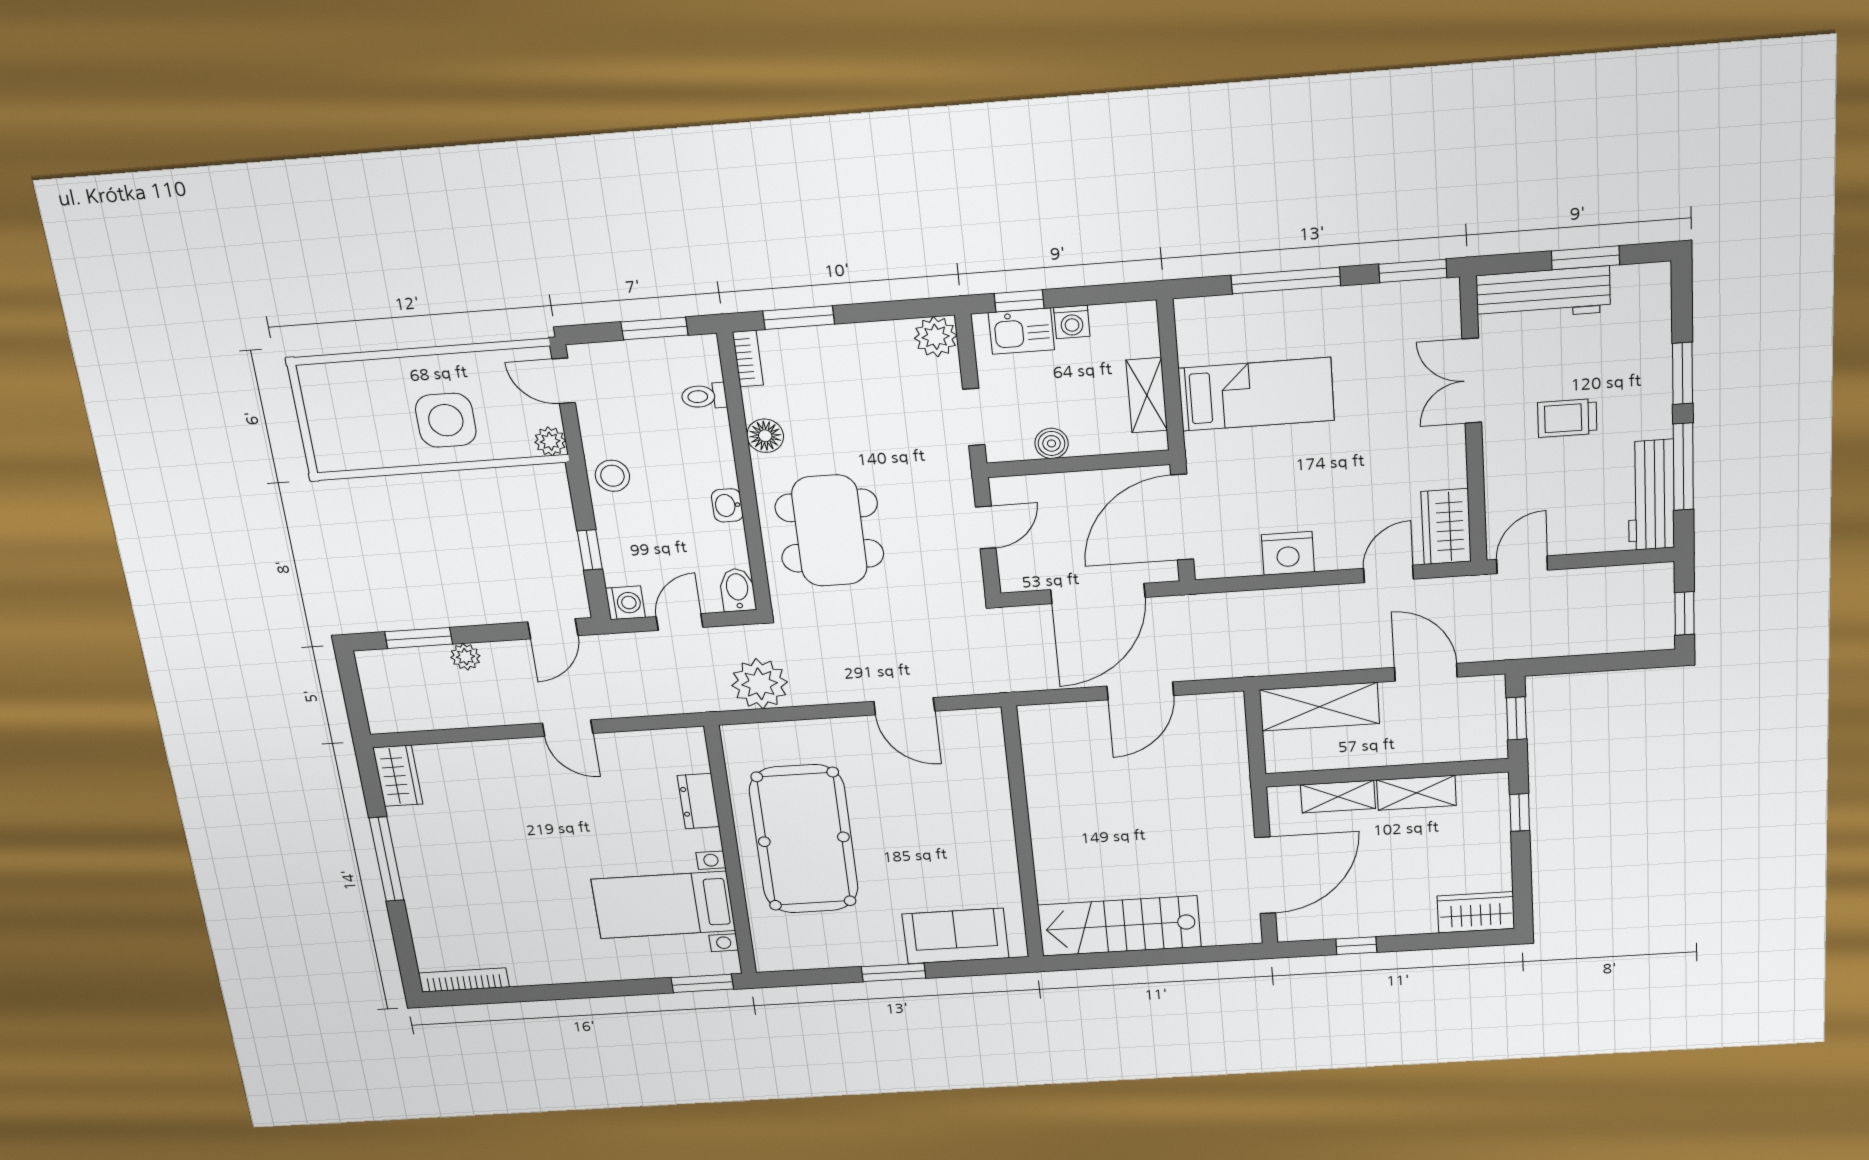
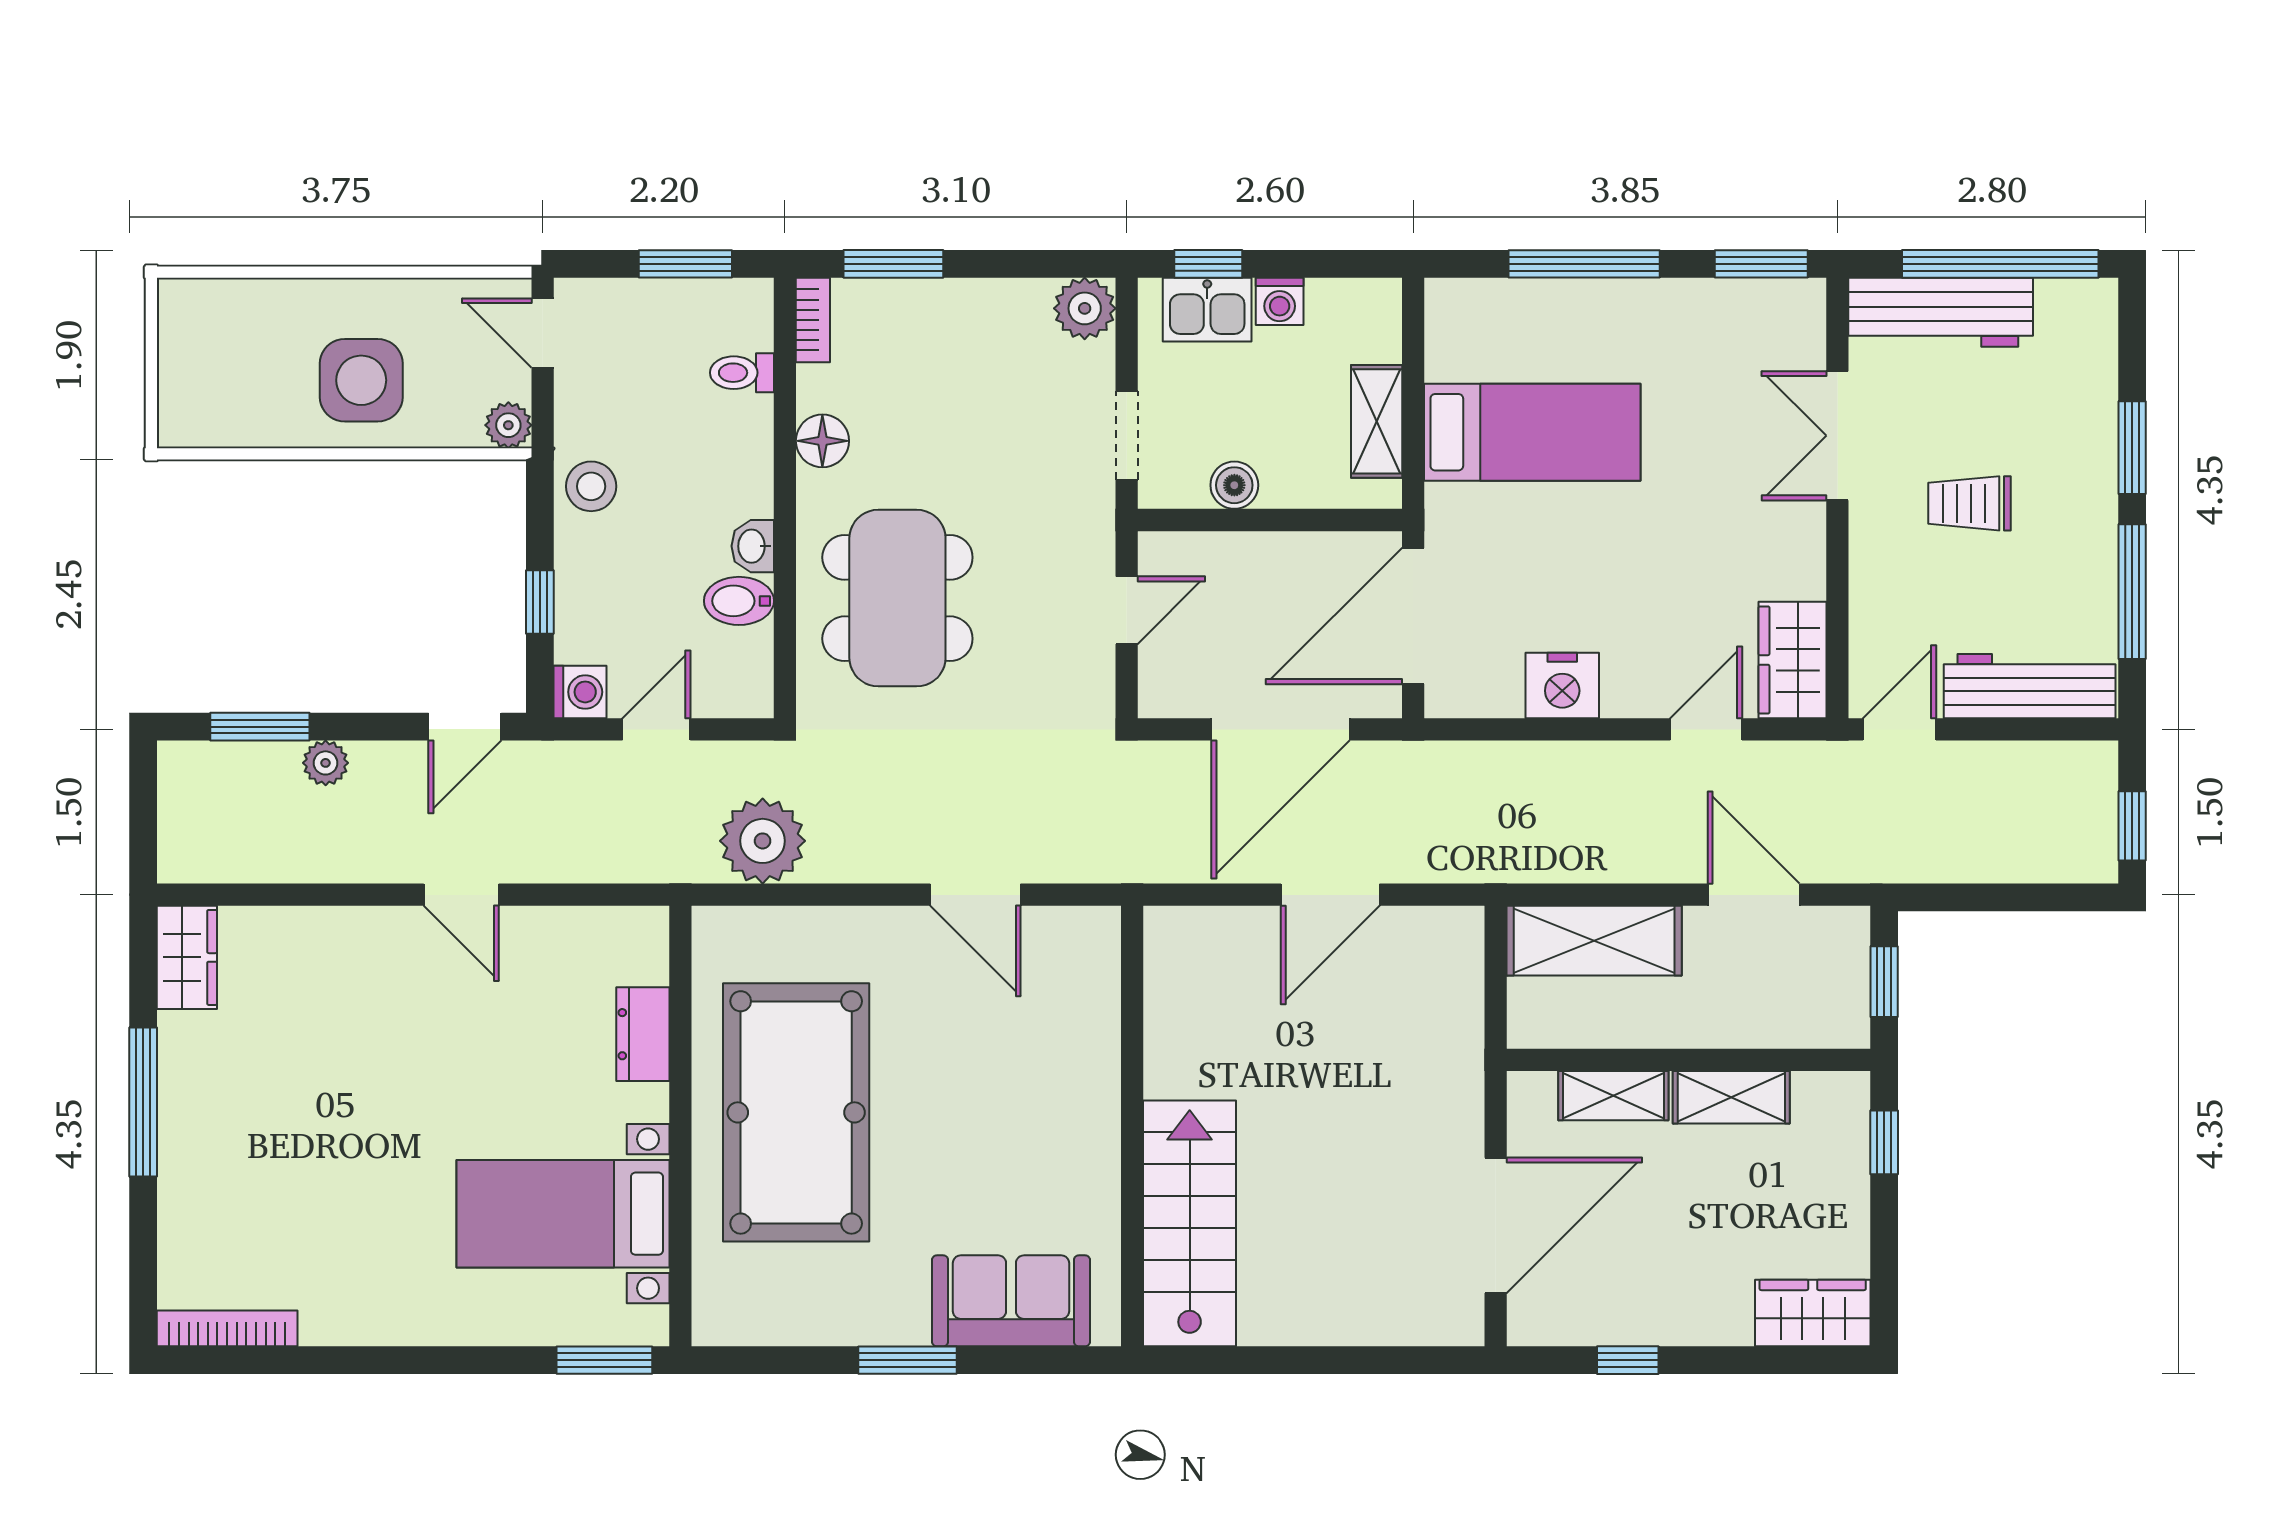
window: (1586, 258) -> (2000, 264), width x2.11
workbench: (1651, 495) -> (2030, 686), moved, turned 90
bidet: (737, 590) -> (739, 601), moved, turned -90
stairs: (1119, 926) -> (1190, 1223), moved, turned 90

